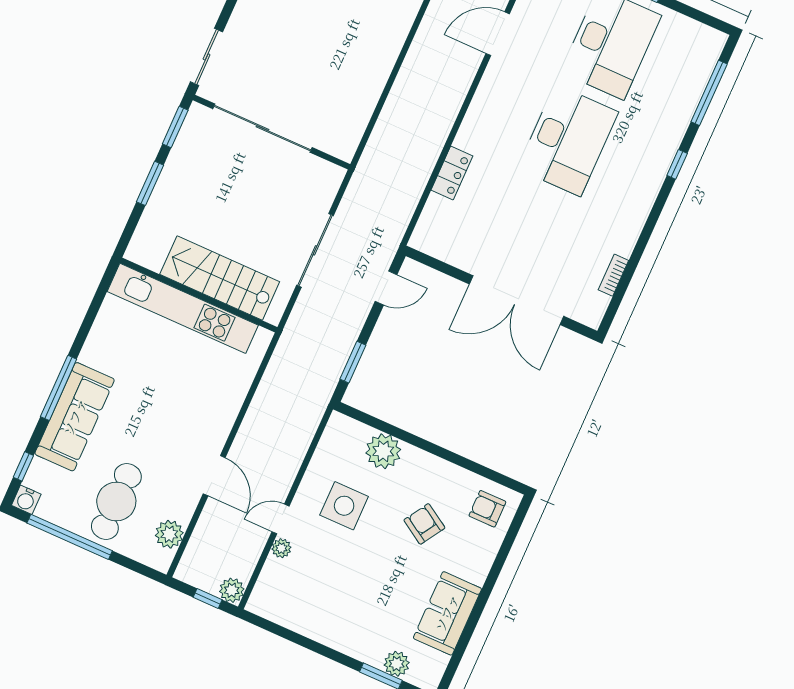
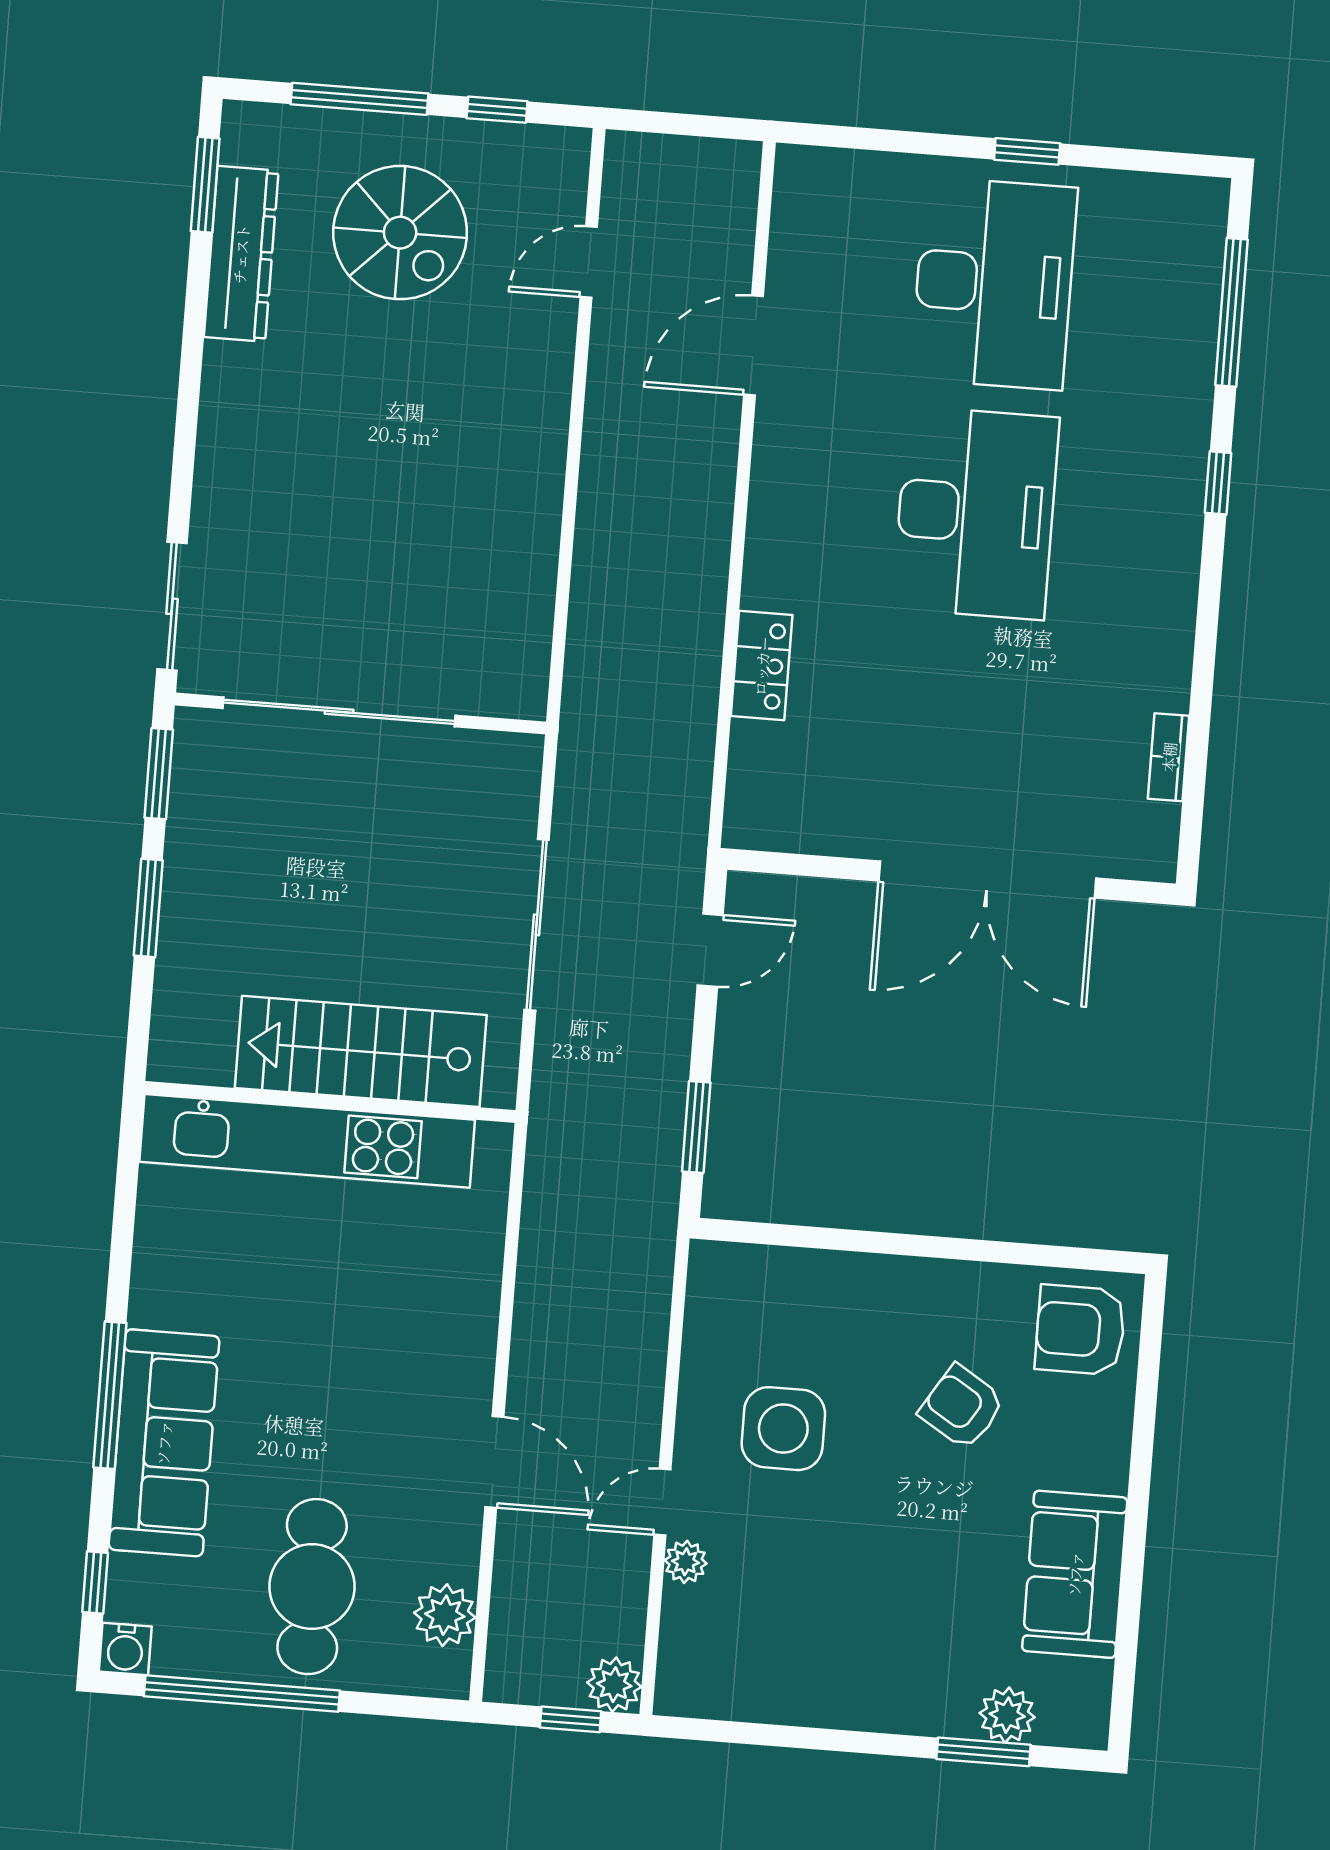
plant: (383, 451) -> (824, 1288), removed
armchair: (487, 509) -> (1080, 1330), width x1.38, depth x1.38

